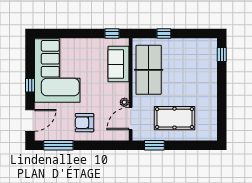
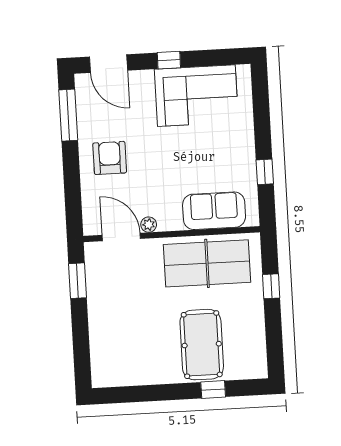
window: (112, 33) -> (265, 172), moved
window: (222, 55) -> (213, 390), moved
corner sofa: (57, 71) -> (196, 96), width x0.73, depth x0.74
pool table: (174, 118) -> (202, 345), moved

